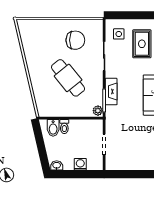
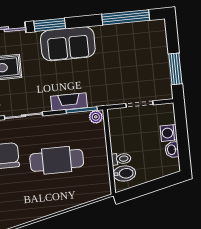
cafe table: (68, 78) -> (57, 160), turned 39
washbasin: (57, 165) -> (172, 150), moved
window: (128, 174) -> (175, 69), added

